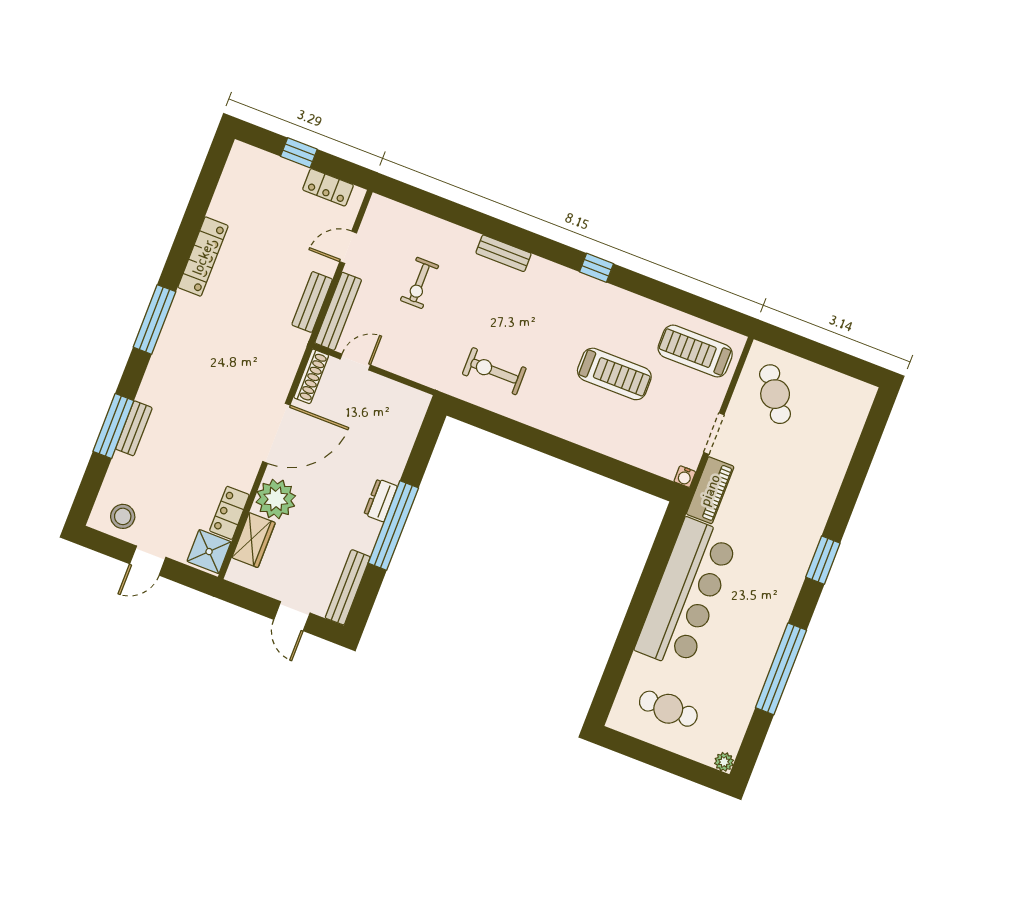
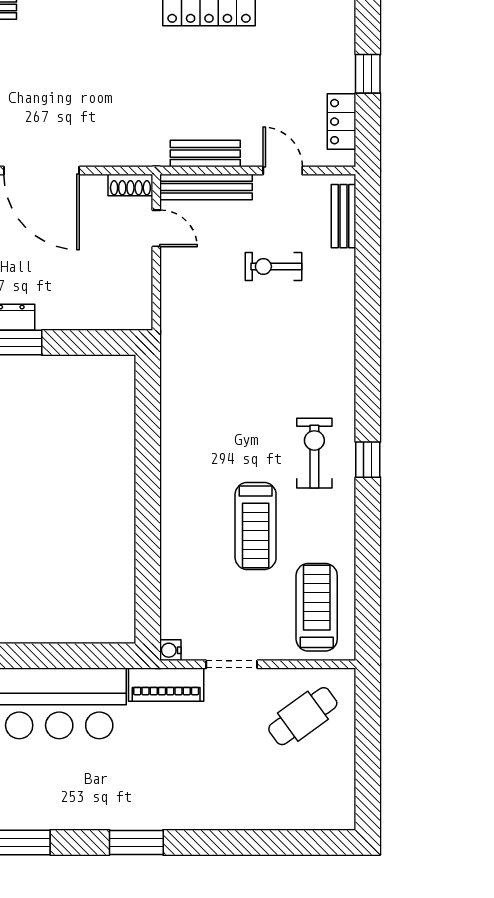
bench: (504, 253) -> (344, 216), moved
exercise bike: (494, 371) -> (314, 453), moved
shoe rack: (311, 376) -> (130, 185), width x0.70

